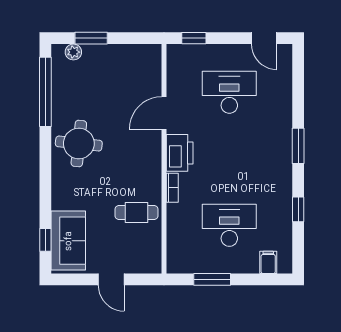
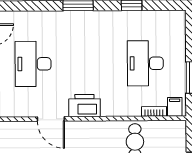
bookcase: (172, 188) -> (154, 111), moved
filing cabinet: (268, 262) -> (175, 107), moved, turned 90

